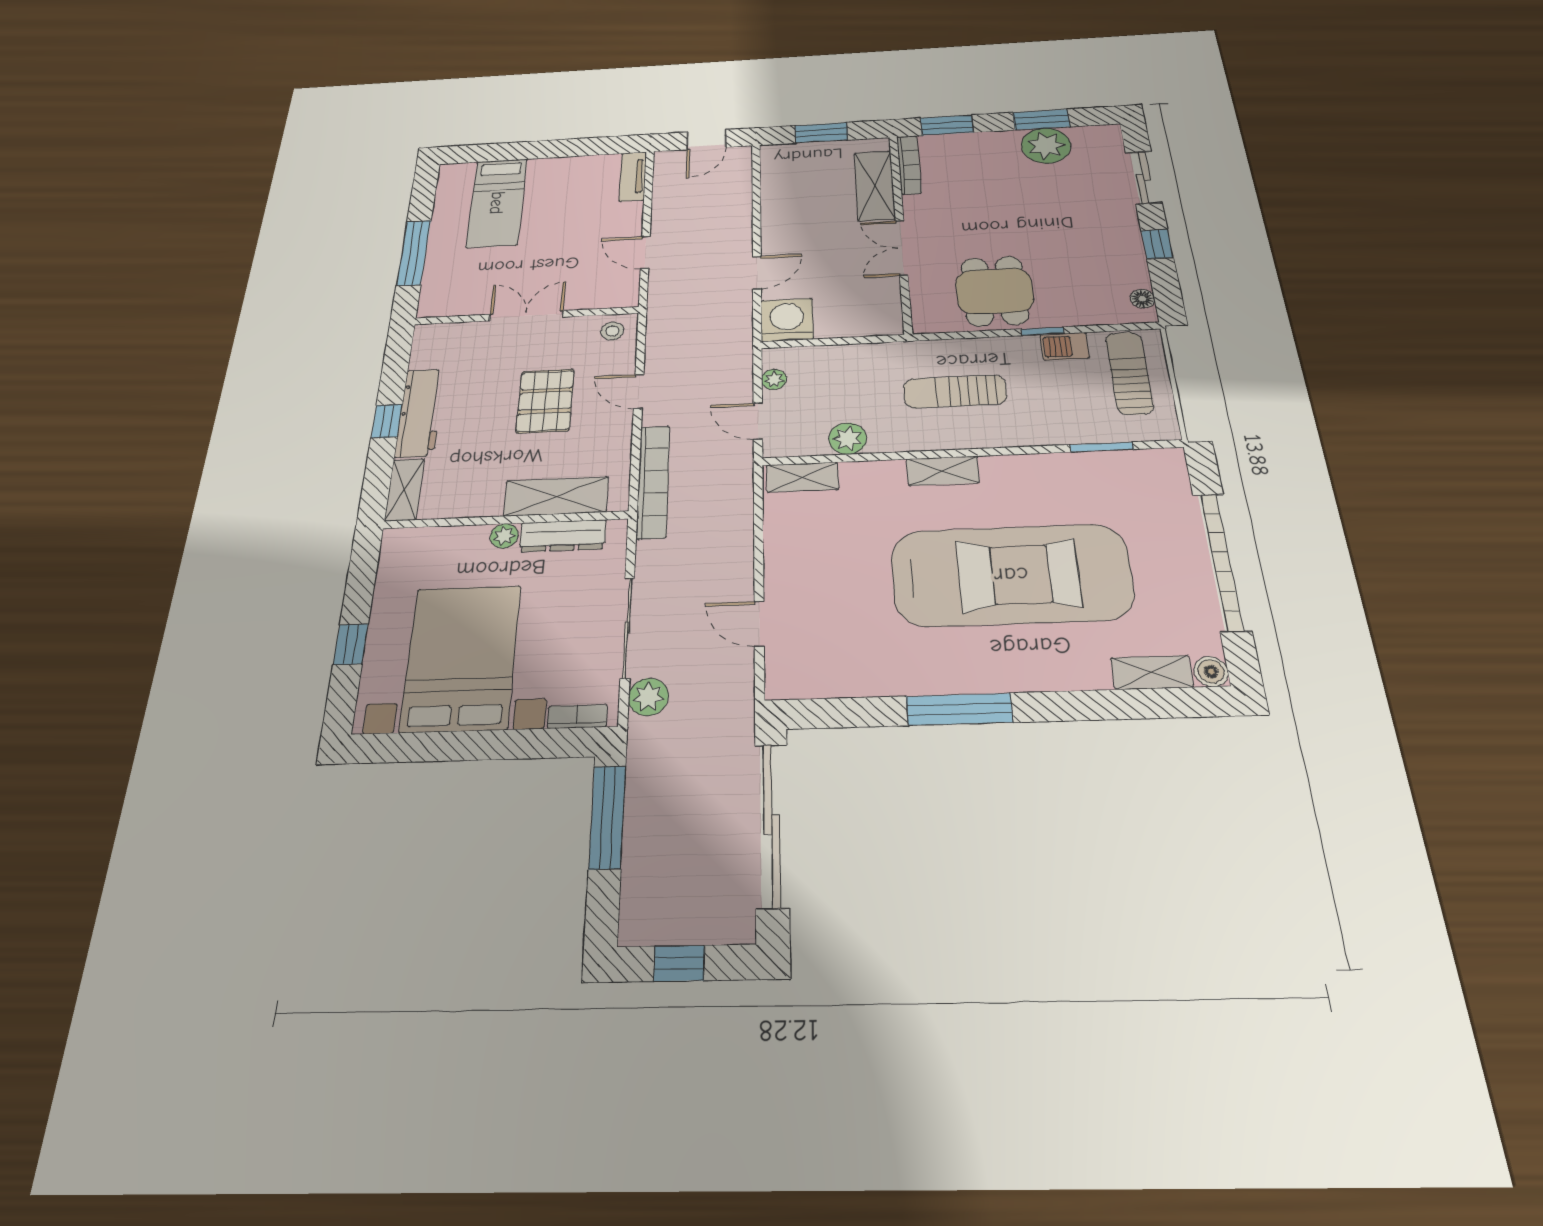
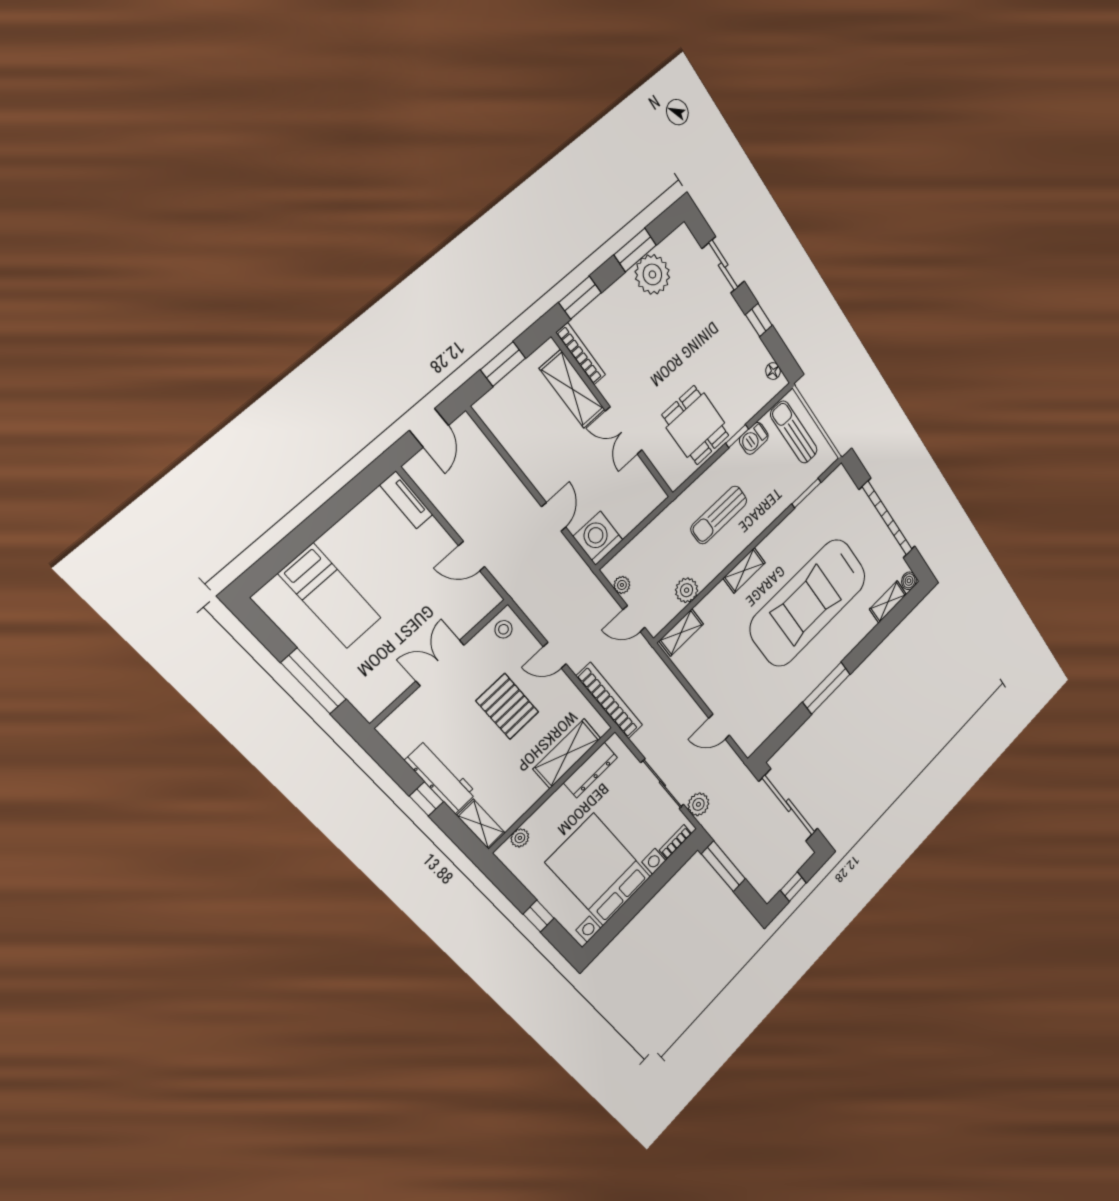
plant: (504, 536) -> (520, 838), moved
car: (1011, 575) -> (808, 603), turned 180

